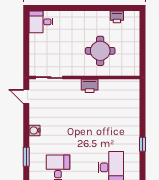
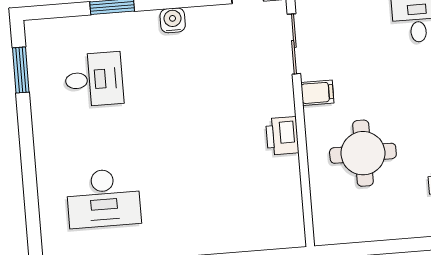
filing cabinet: (72, 69) -> (317, 93), added

